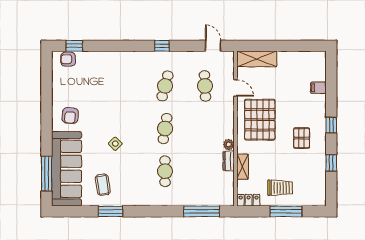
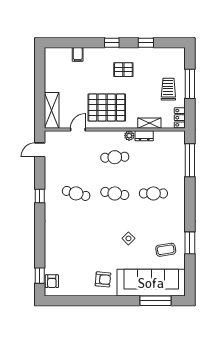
cafe table: (205, 86) -> (115, 157), moved

